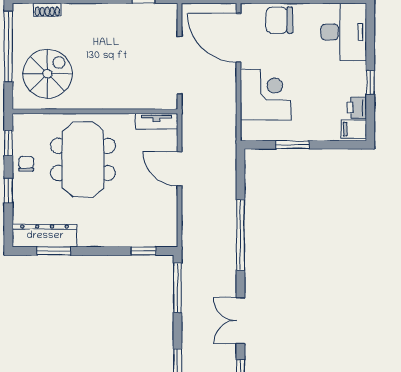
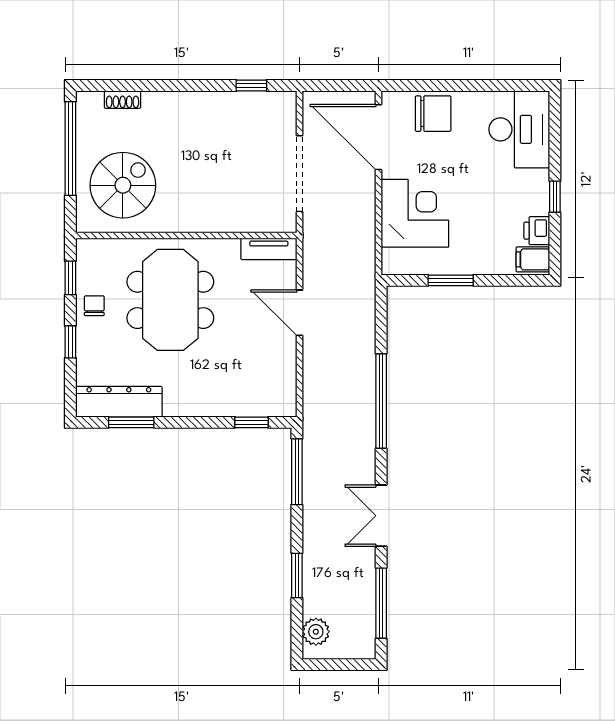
chair: (279, 20) -> (433, 114), turned 180

